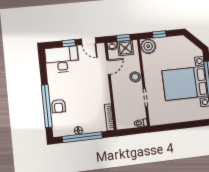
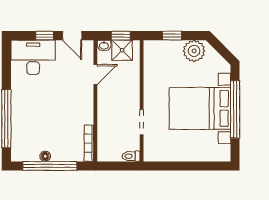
plant: (148, 46) -> (194, 51), moved
stool: (135, 77) -> (131, 92), removed
armchair: (58, 106) -> (22, 120), removed

